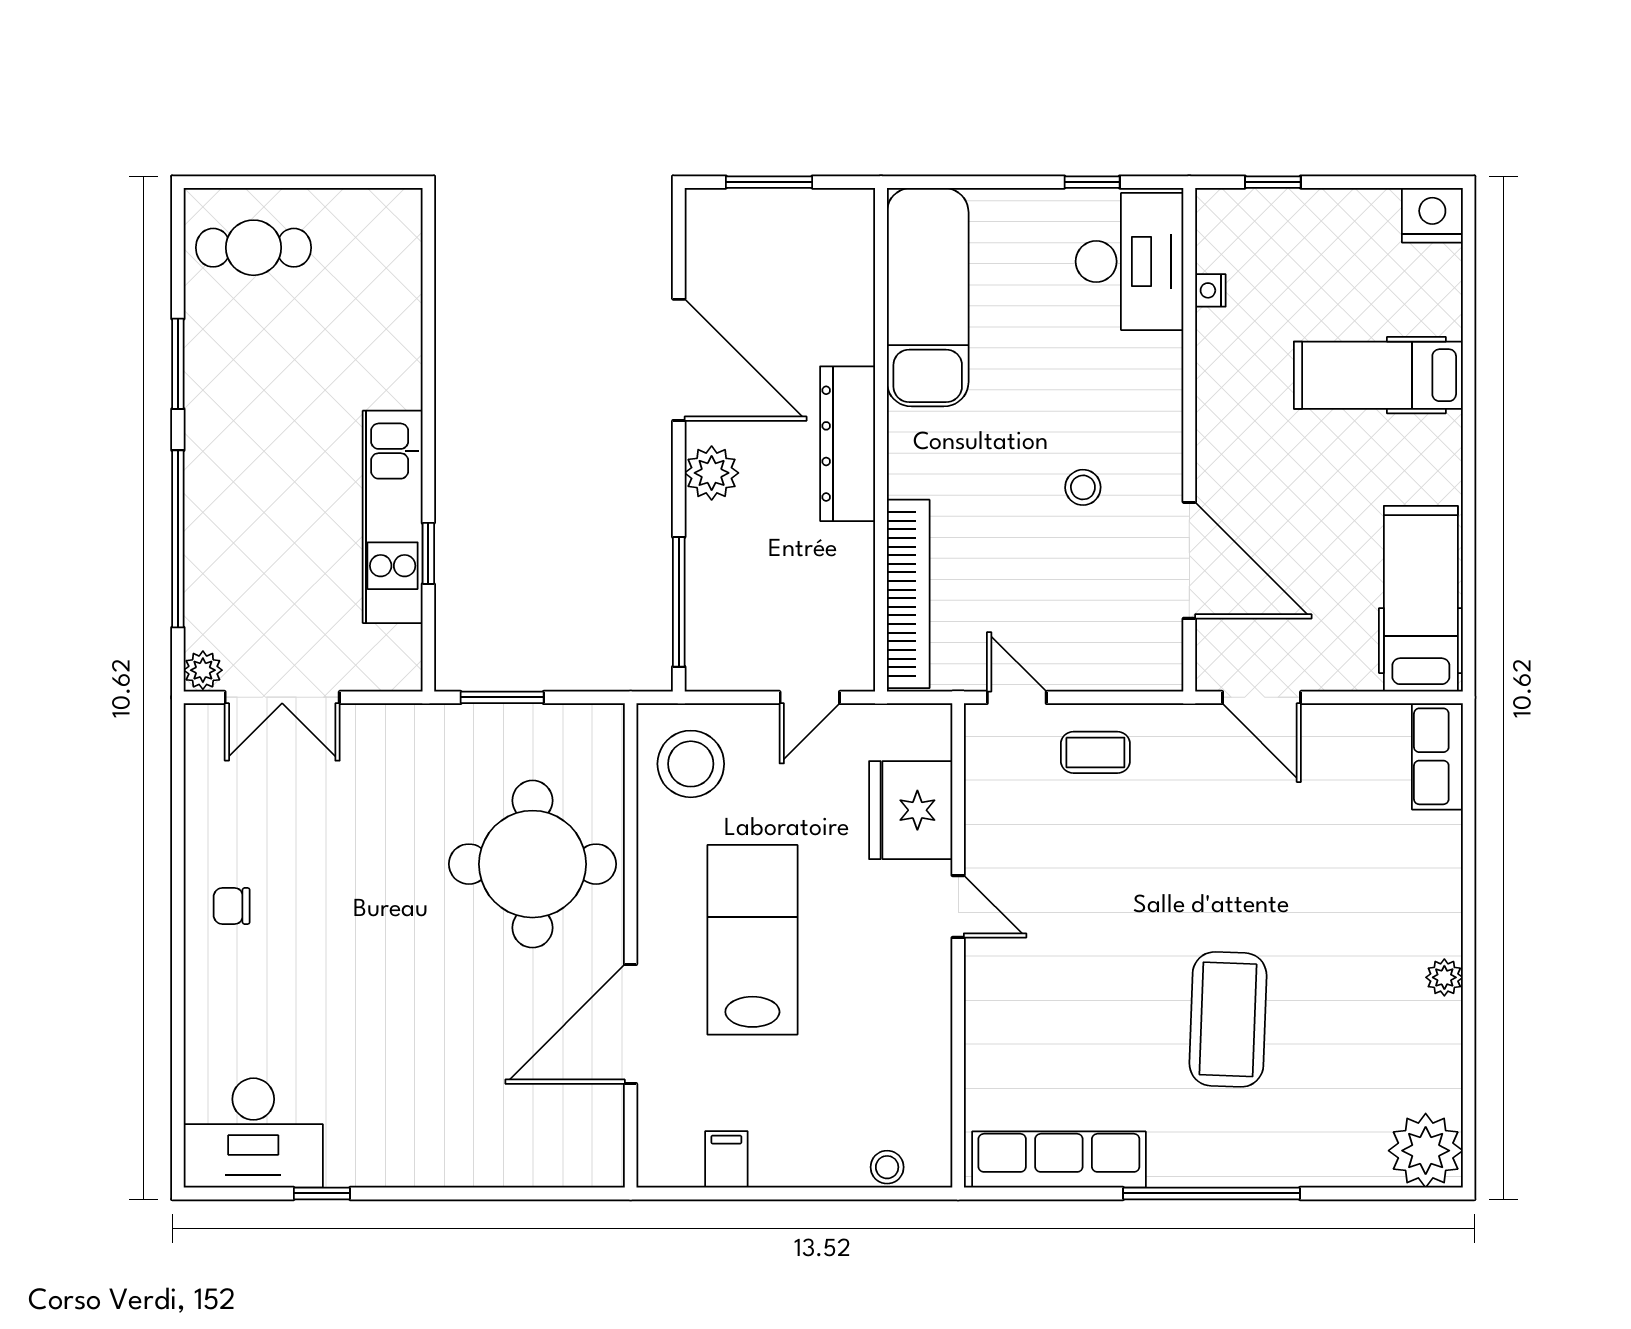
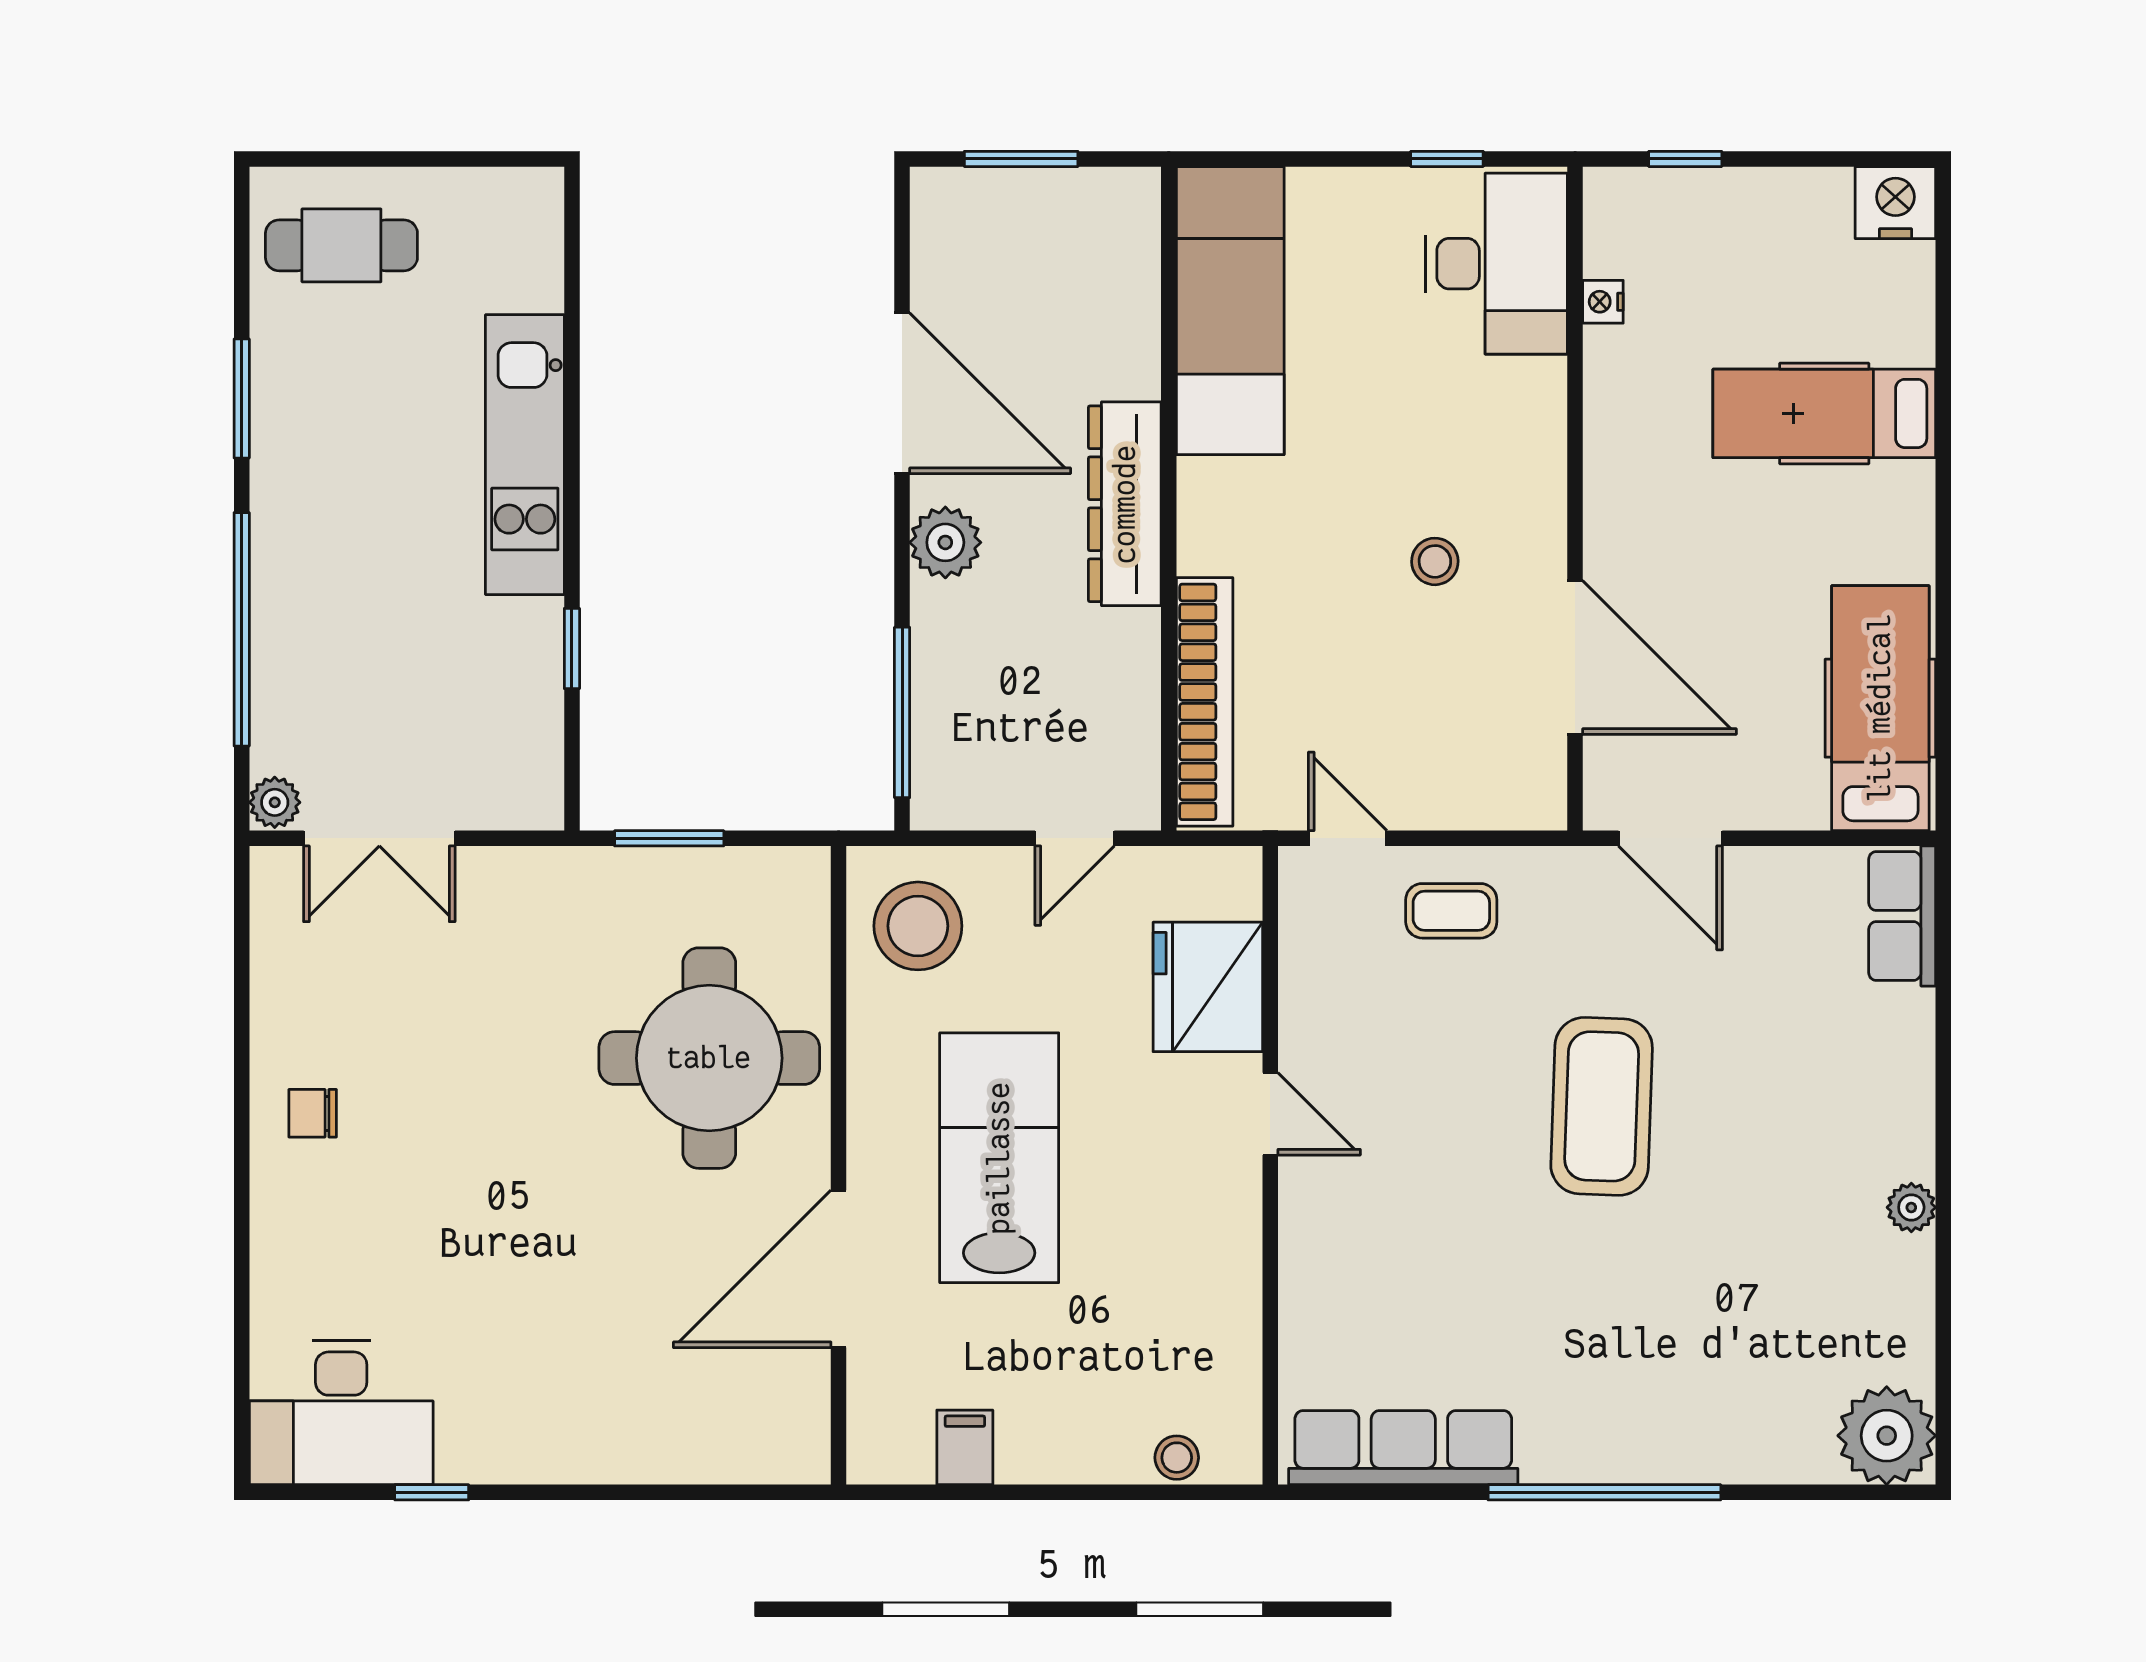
kitchen unit: (393, 517) -> (525, 455), moved
coffee table: (1228, 1019) -> (1602, 1106), moved

